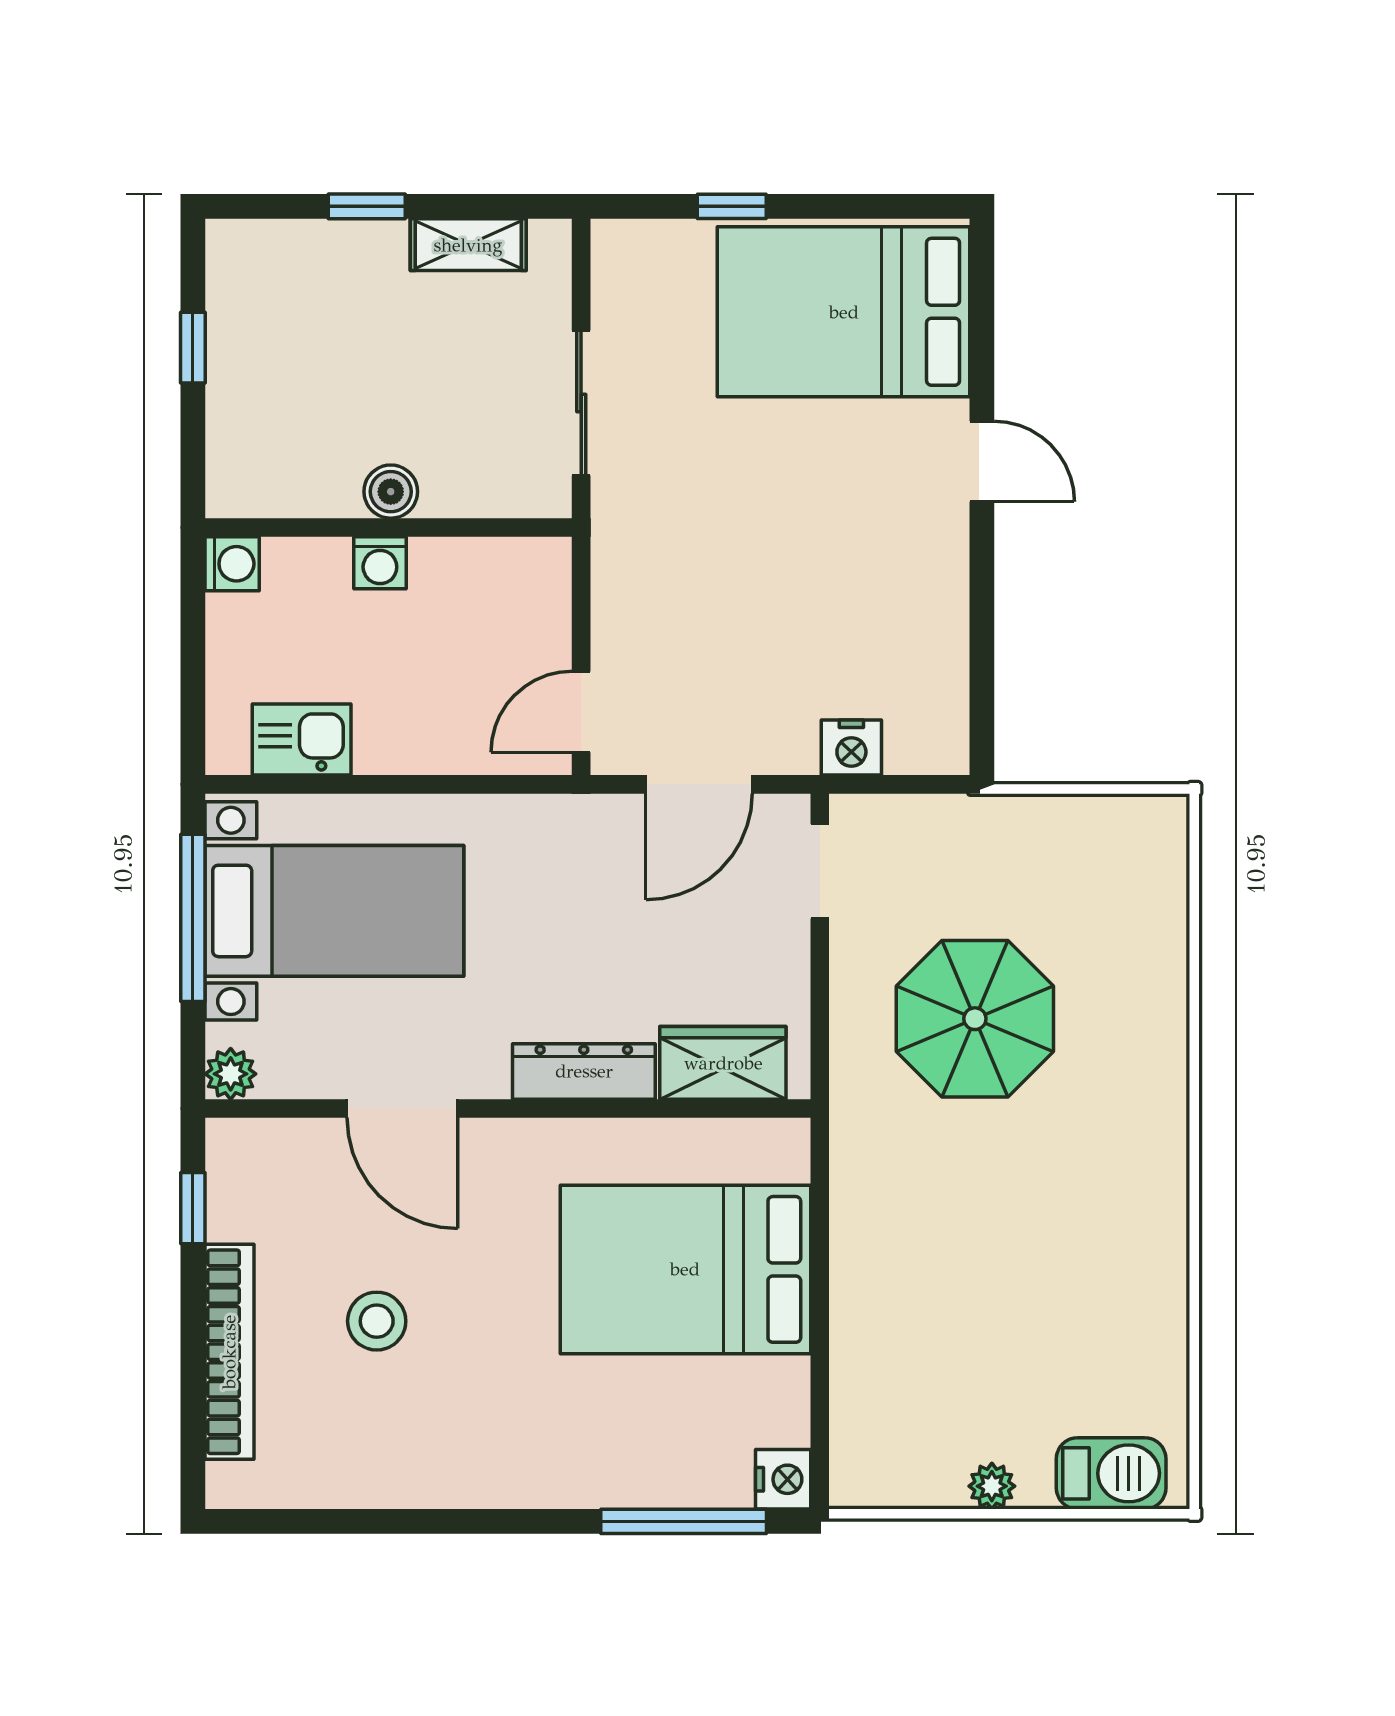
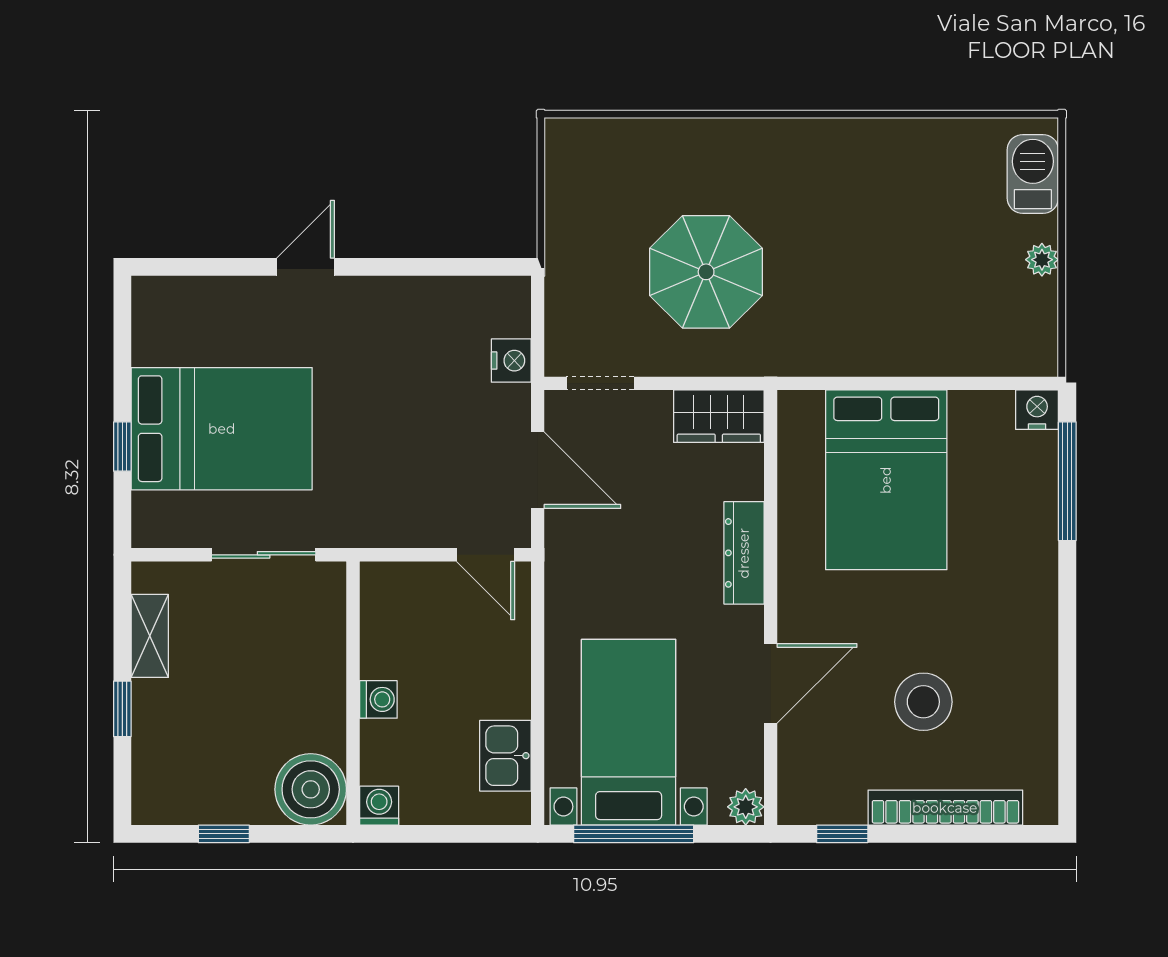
bed: (844, 312) -> (222, 429), moved, turned -90
boiler: (391, 492) -> (311, 789), moved, width x1.86, depth x1.86
wardrobe: (723, 1063) -> (719, 416), moved, turned -90
stool: (377, 1321) -> (923, 702), width x1.38, depth x1.38

